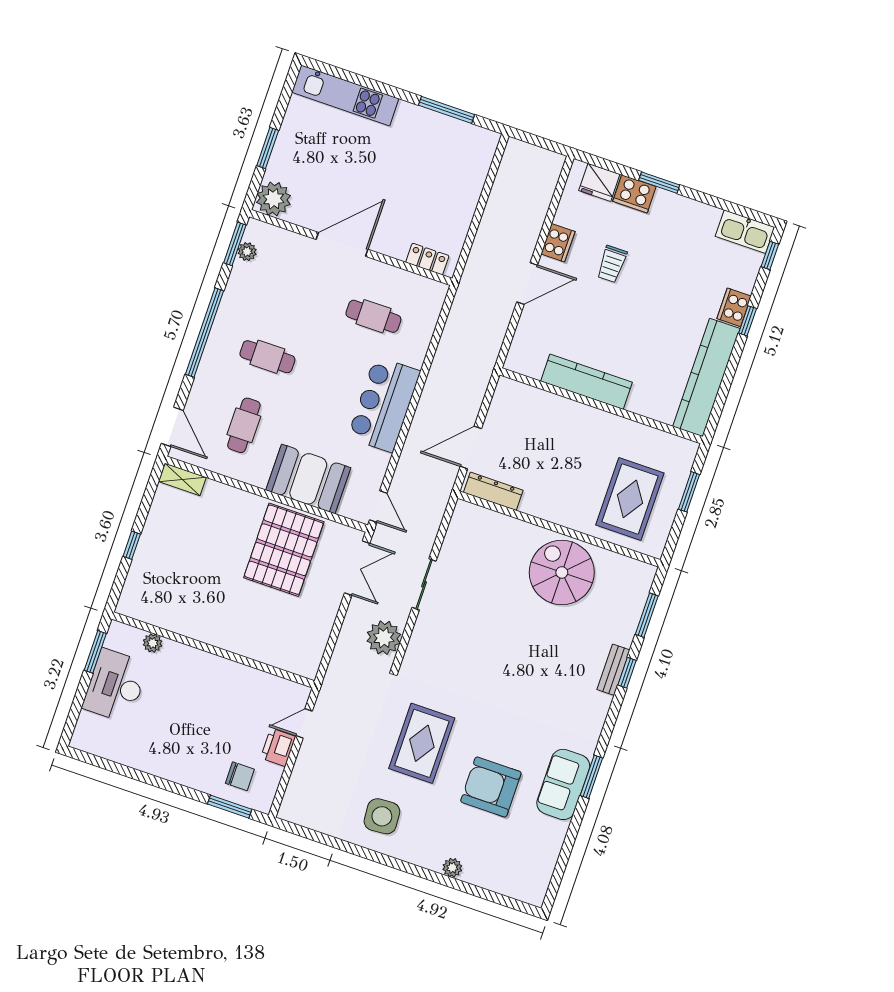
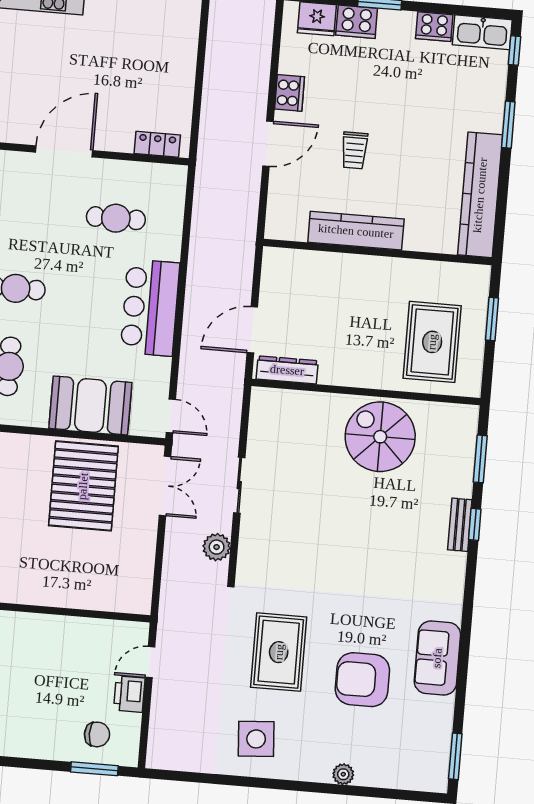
trolley: (612, 264) -> (354, 150), moved
cooker: (734, 307) -> (434, 27), moved, turned -90
window: (748, 321) -> (508, 125), width x1.50
plant: (384, 638) -> (217, 547), width x0.73, depth x0.73
window: (591, 777) -> (455, 756), moved

